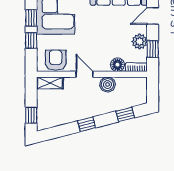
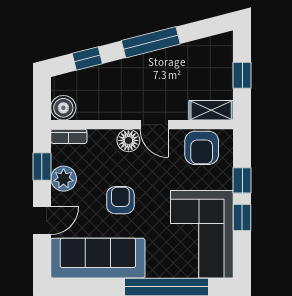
armchair: (105, 28) -> (120, 200), added
floor lamp: (117, 65) -> (128, 140), moved
boiler: (107, 84) -> (63, 108), moved
window: (31, 115) -> (242, 75), moved
window: (87, 124) -> (151, 42), width x2.17

